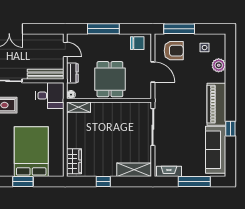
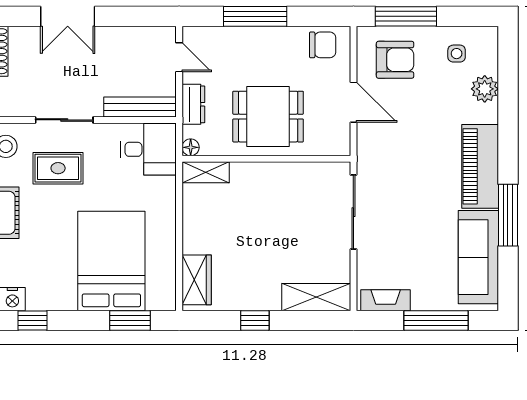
dining table: (110, 79) -> (268, 117), turned 90
window: (230, 129) -> (508, 215), width x2.17
window: (23, 182) -> (130, 320), moved

